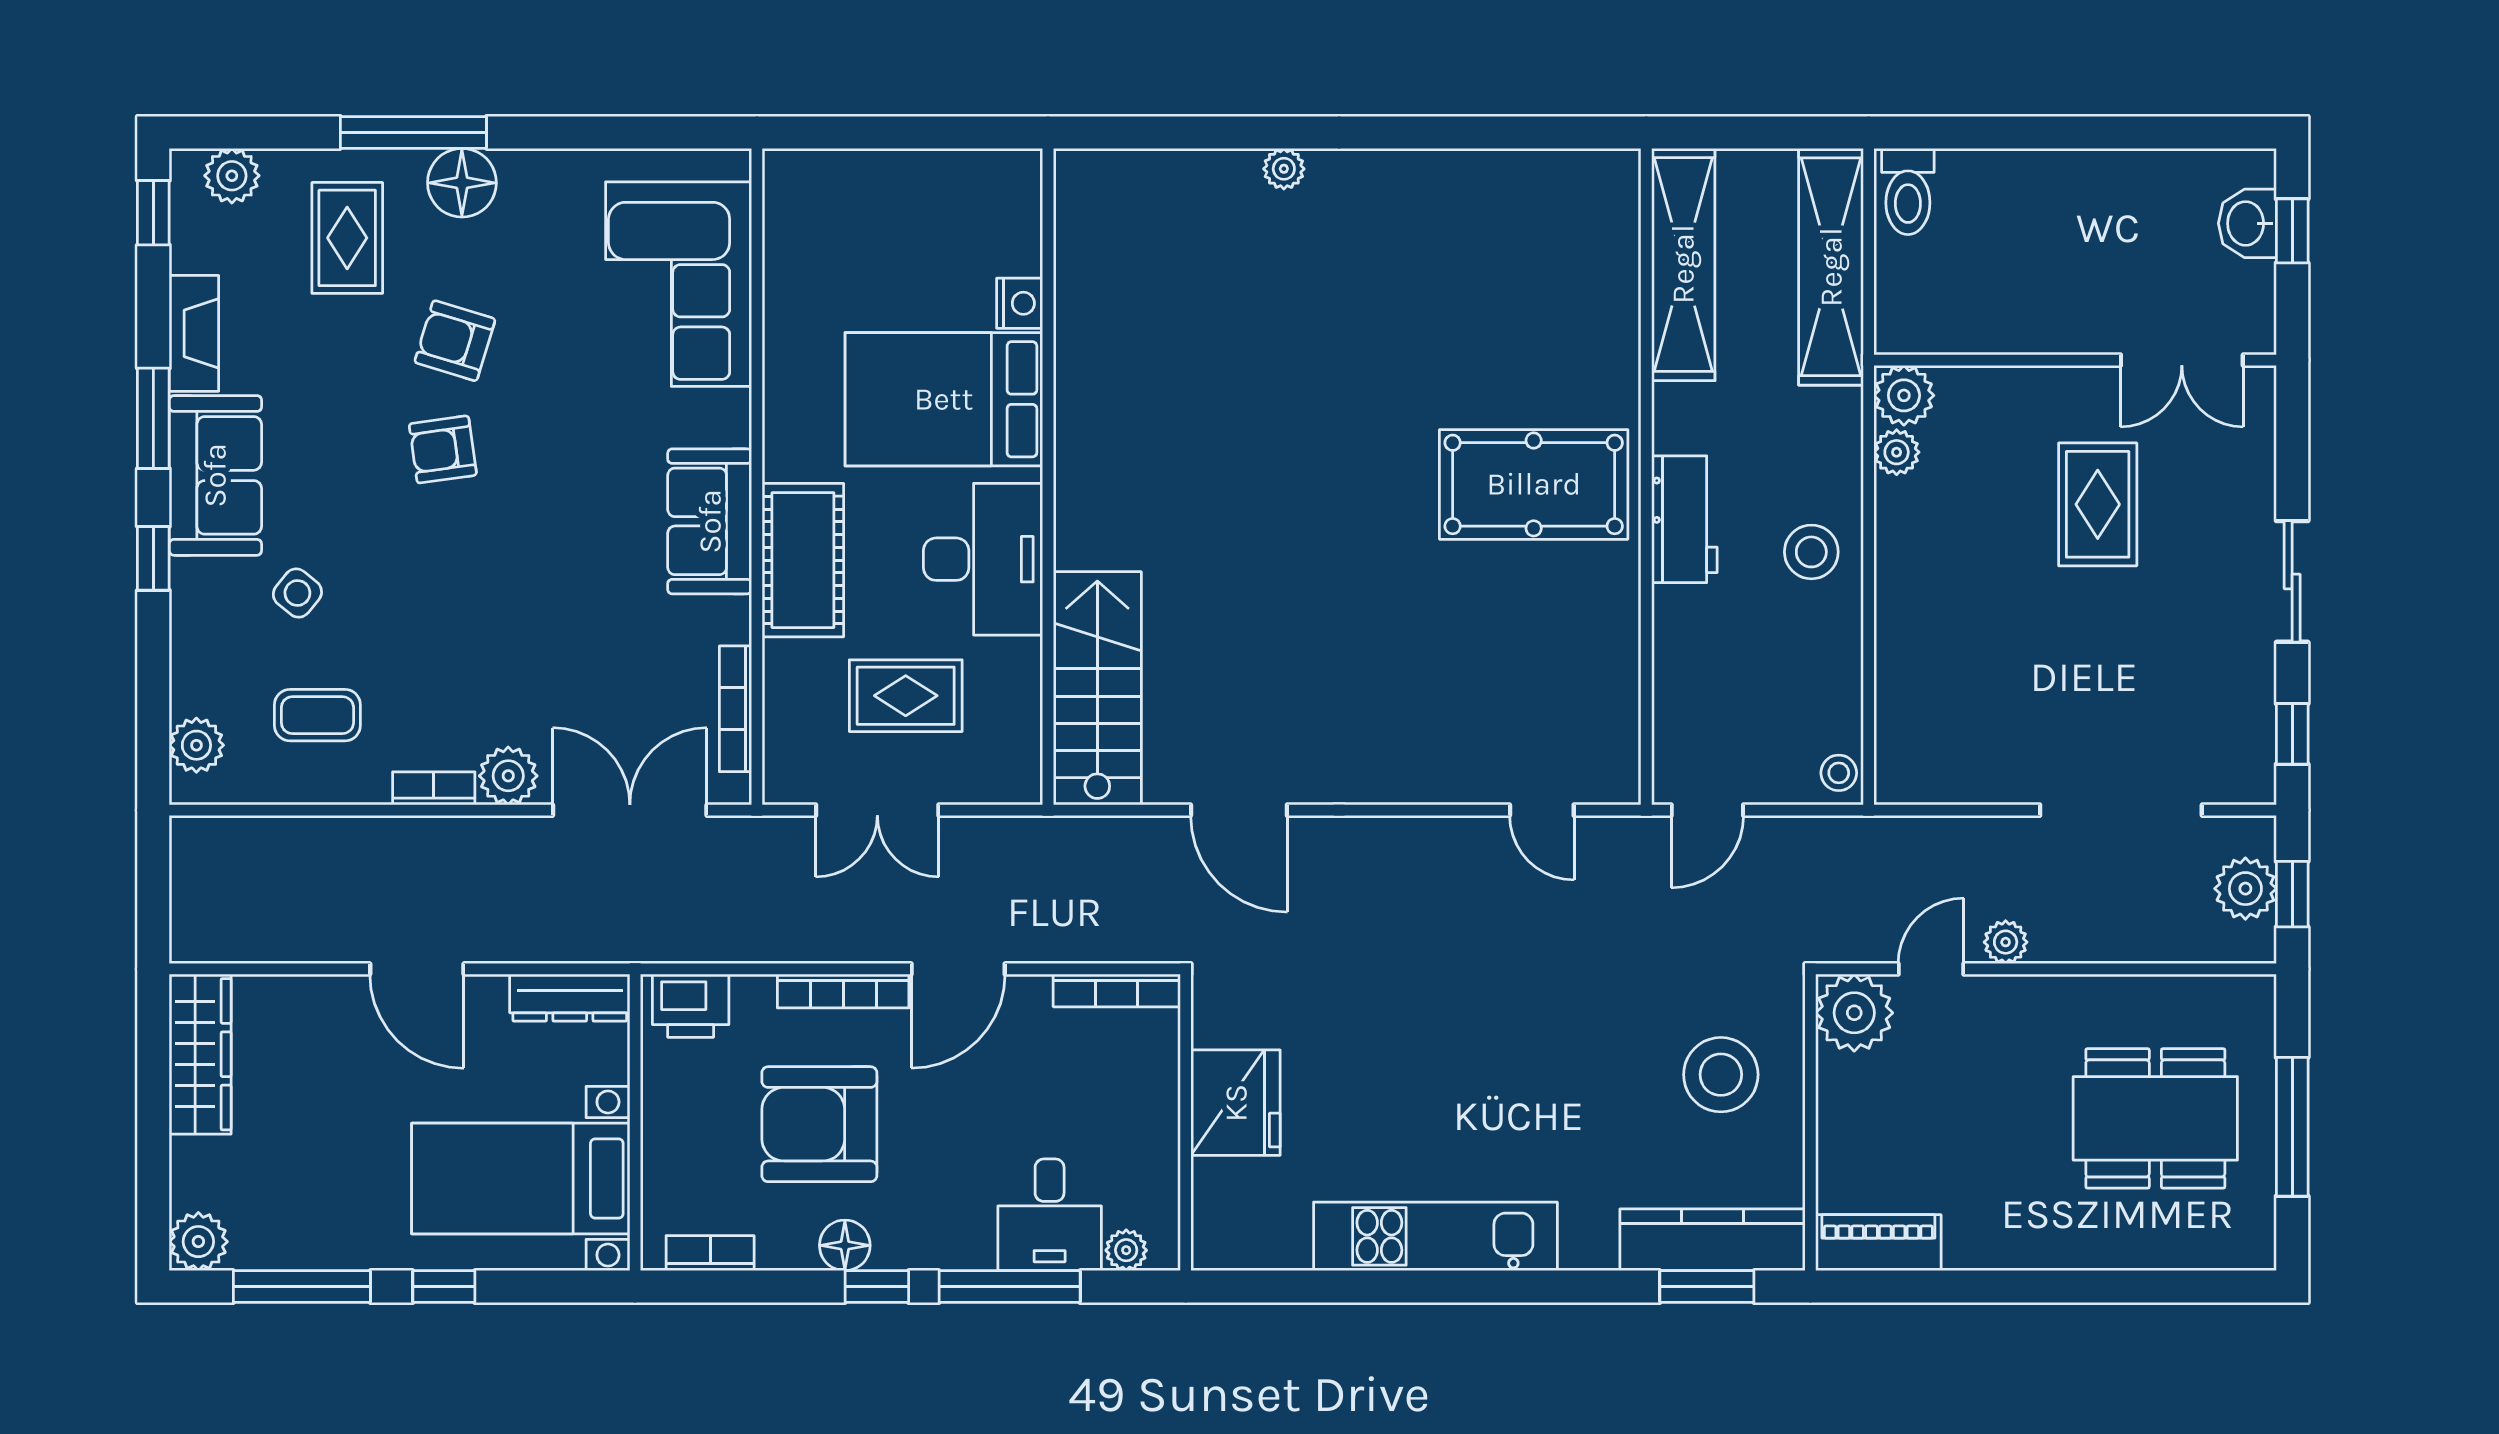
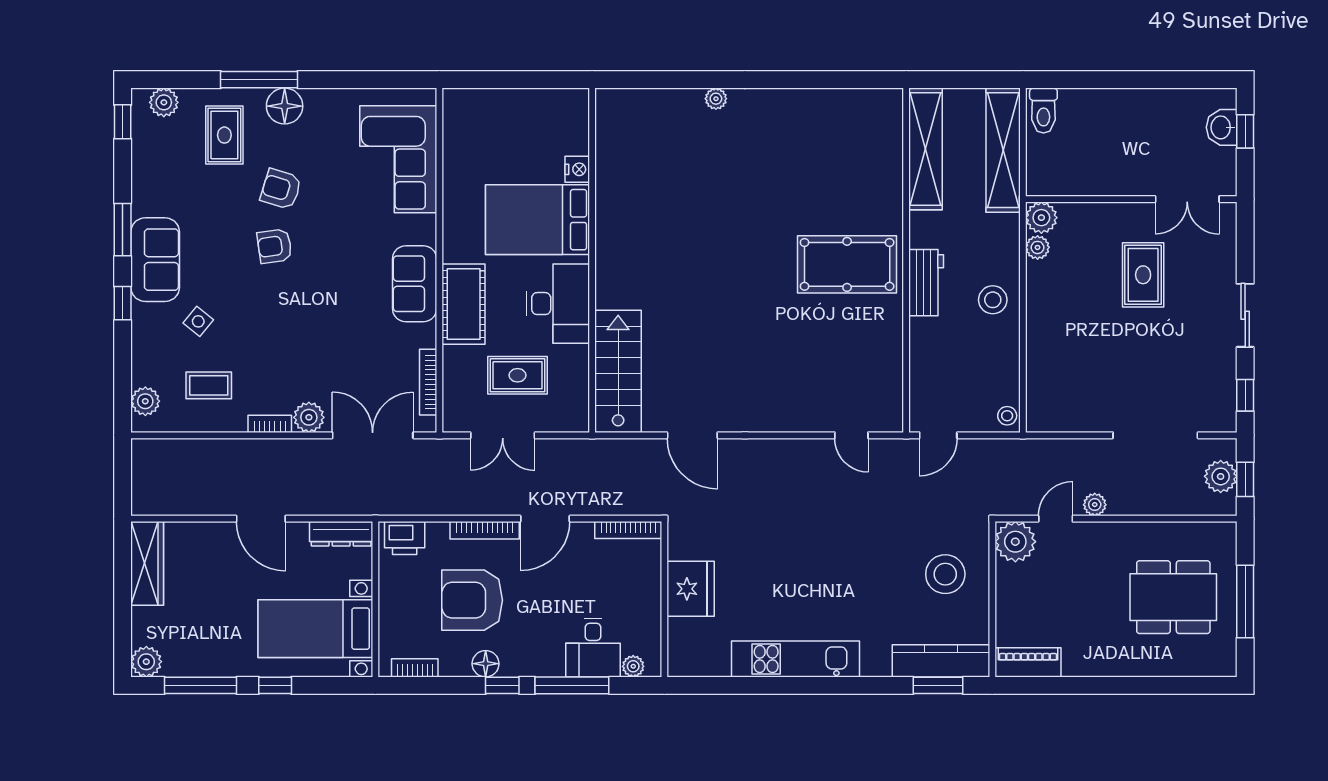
fireplace: (194, 333) -> (144, 185), removed

